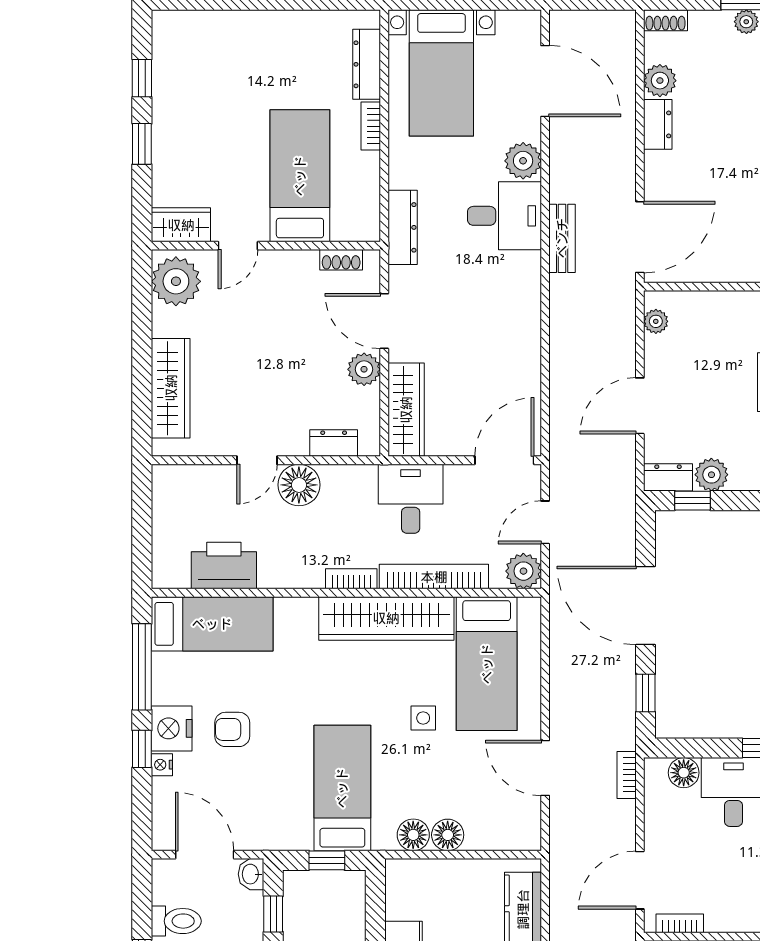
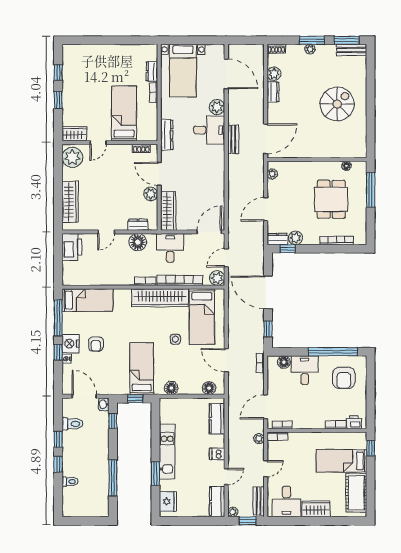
dresser: (367, 64) -> (152, 71), width x0.70
floor lamp: (299, 485) -> (138, 242), moved
printer: (224, 566) -> (72, 247), moved, turned 90
armchair: (232, 729) -> (96, 344), turned -90
floor lamp: (448, 835) -> (209, 388), moved

